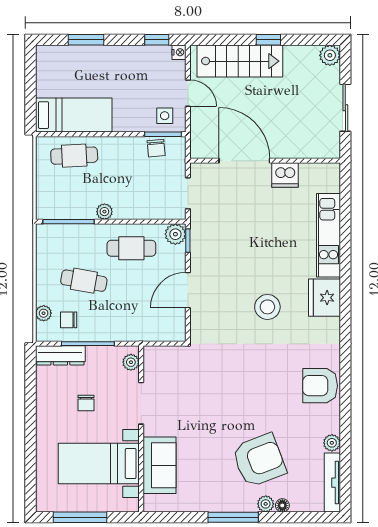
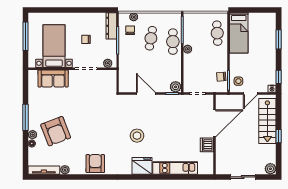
cafe table: (131, 248) -> (173, 42), moved

